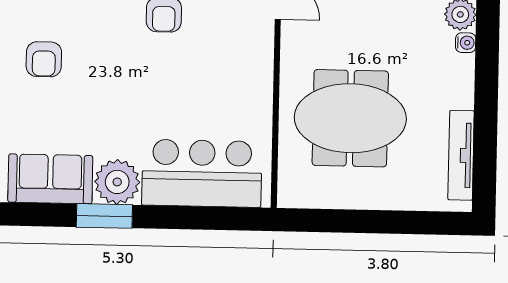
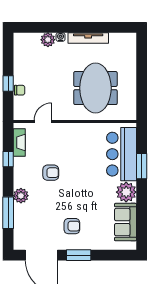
tv unit: (461, 155) -> (88, 38), moved
window: (104, 216) -> (142, 166), moved

